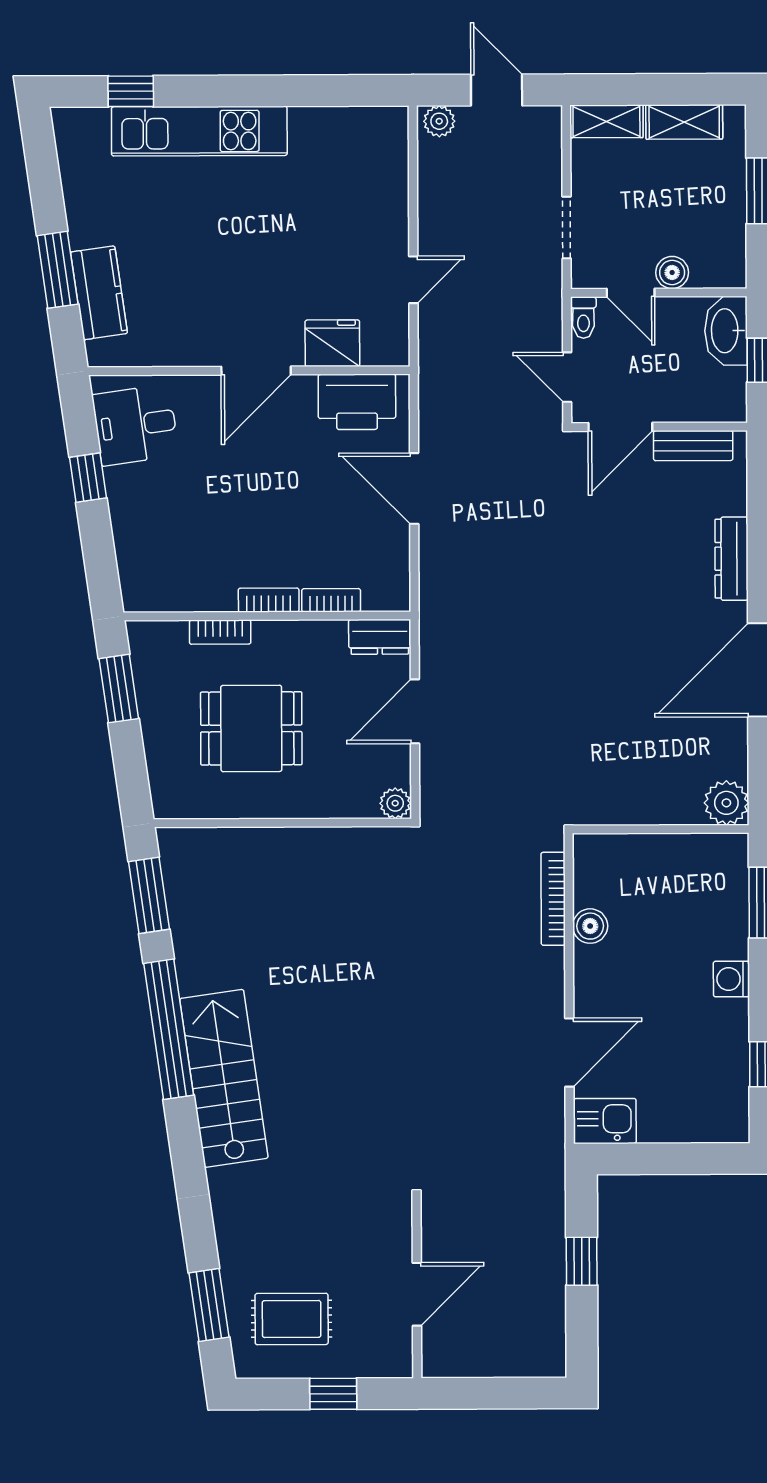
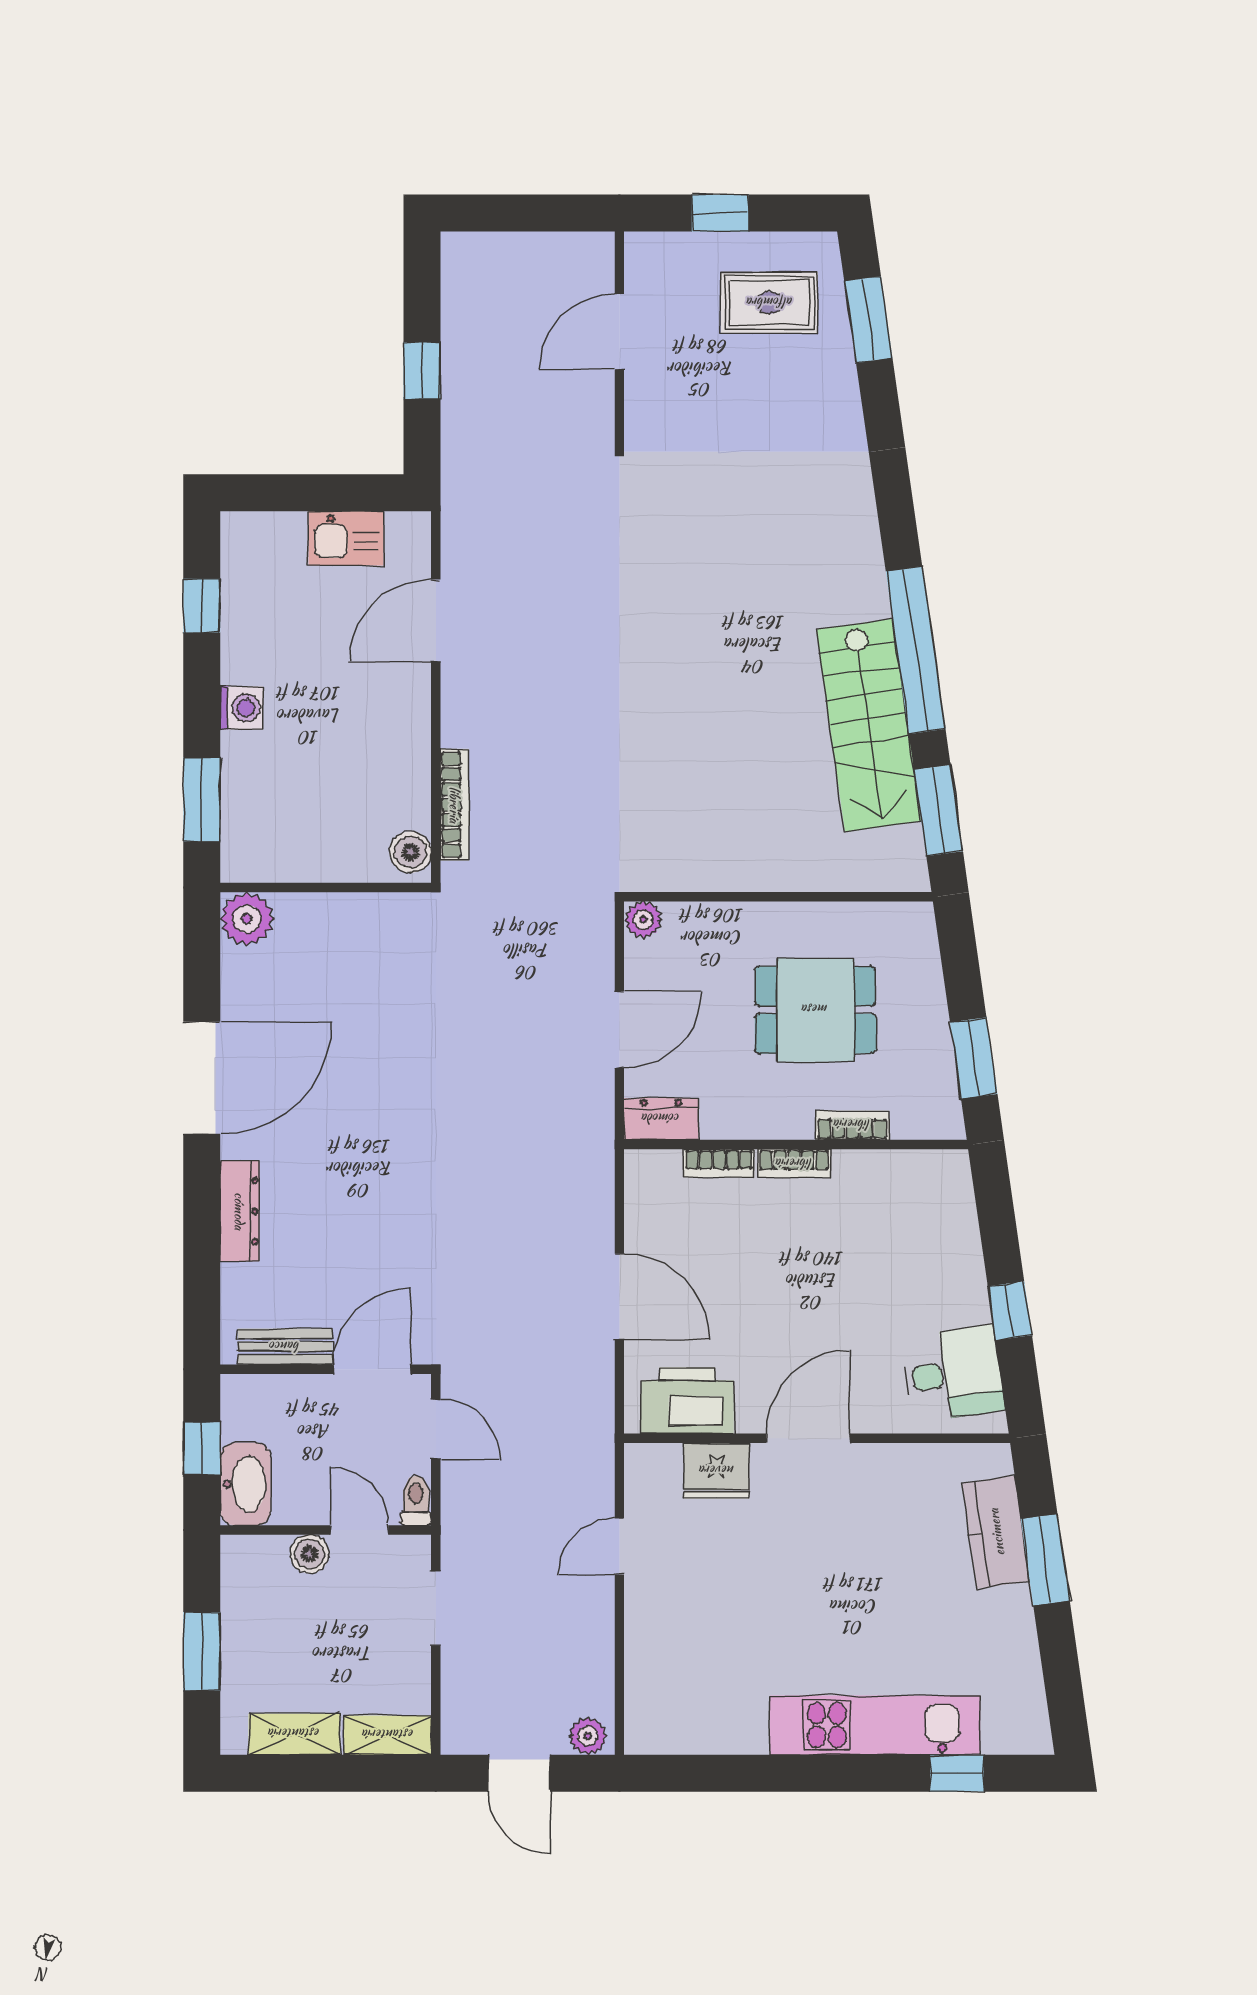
boiler: (590, 926) -> (410, 852), moved
stairs: (224, 1078) -> (869, 725), moved
kitchen sink: (605, 1121) -> (346, 538), moved

